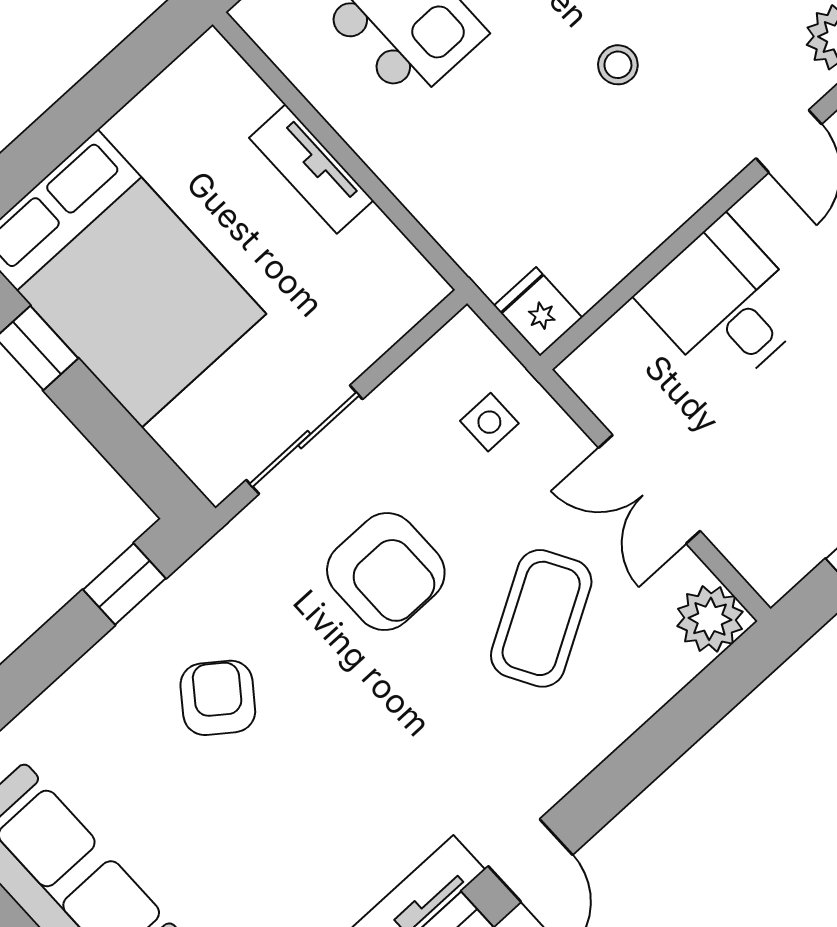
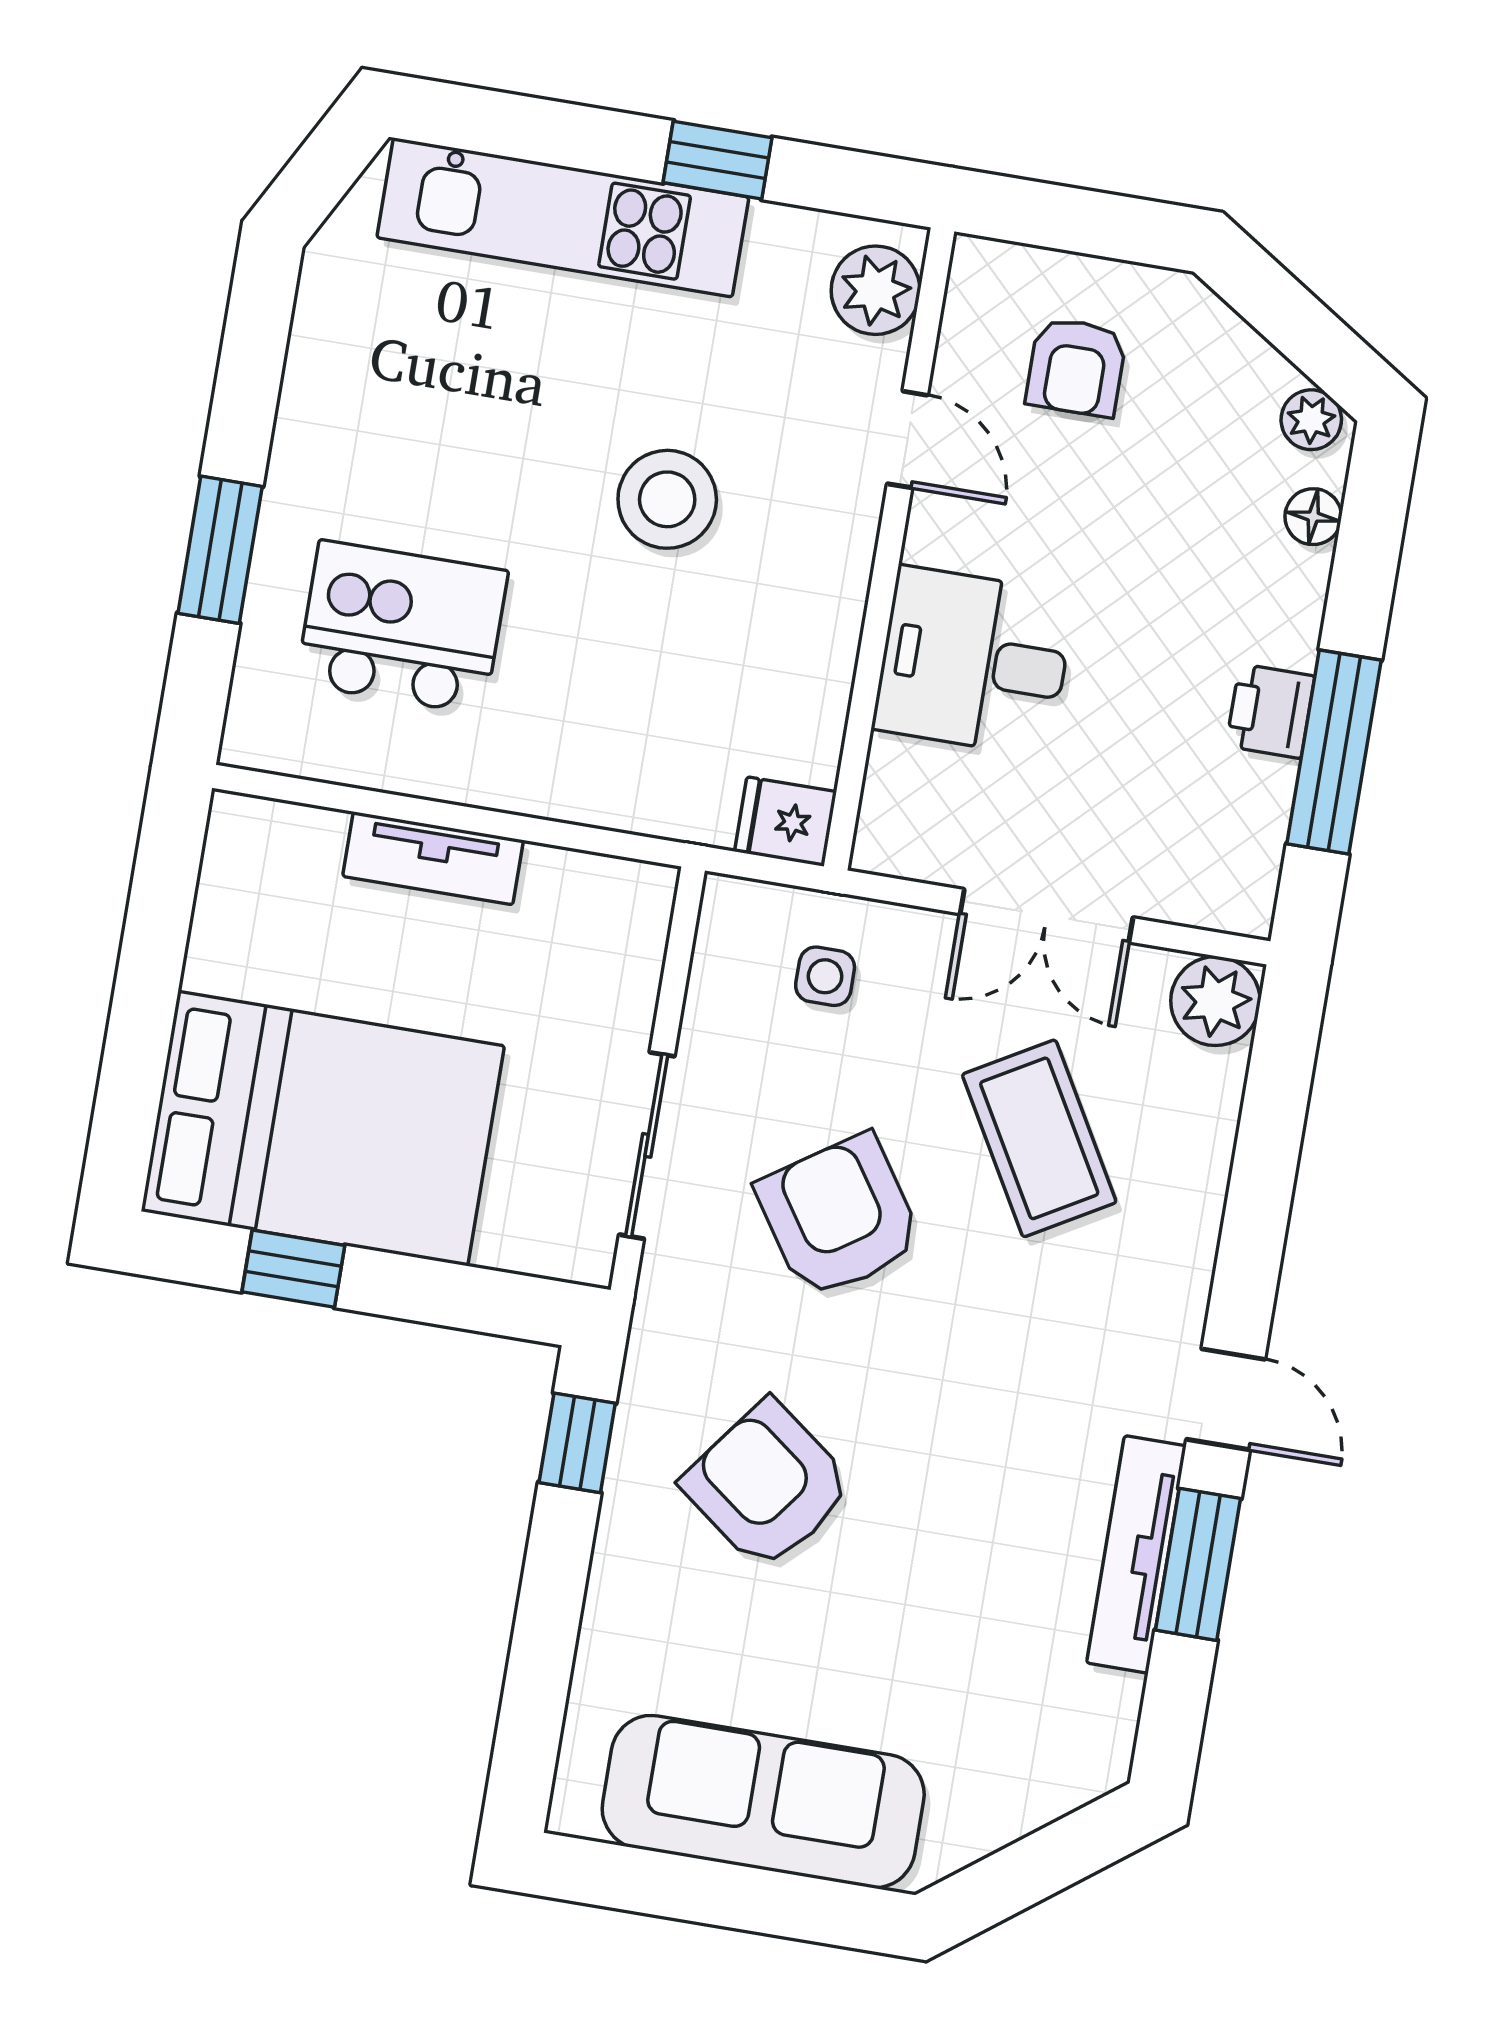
stool: (618, 65) -> (667, 499), width x1.89, depth x1.89
armchair: (386, 572) -> (839, 1216), turned -124
armchair: (218, 698) -> (767, 1485), width x1.38, depth x1.38

